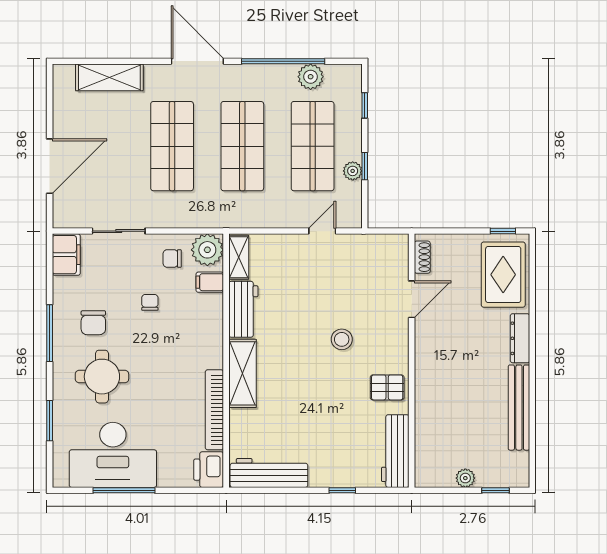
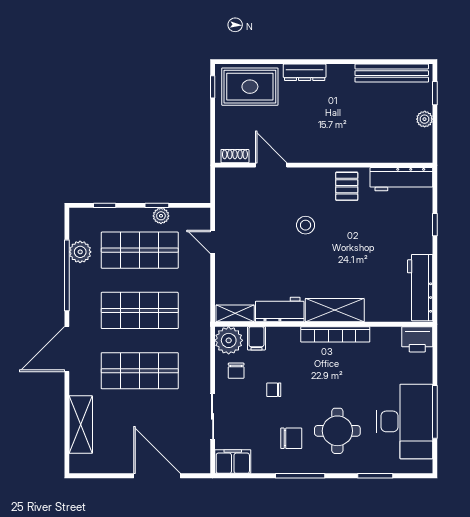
bench: (519, 408) -> (392, 73), moved
bookcase: (214, 410) -> (335, 334), moved

